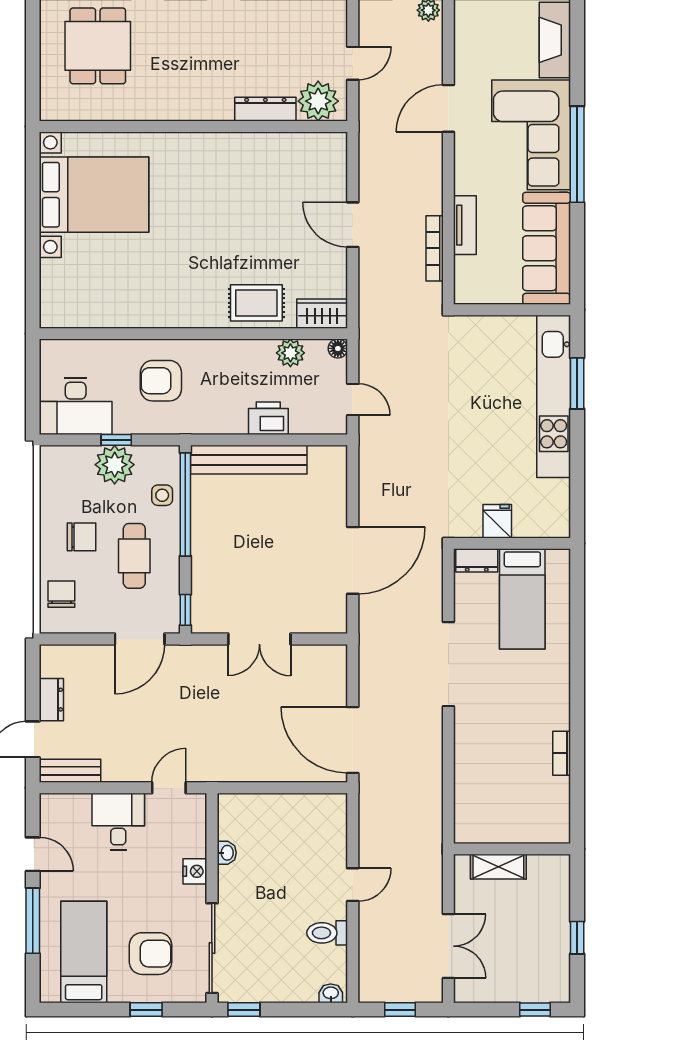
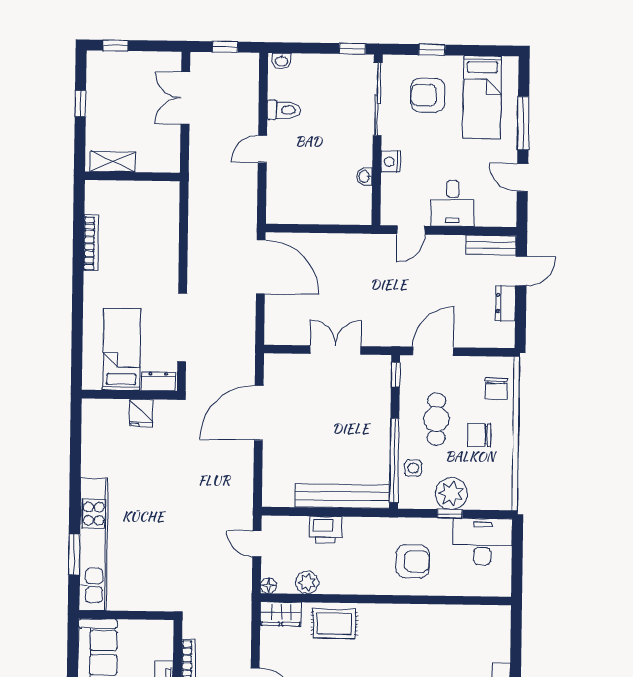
fridge: (497, 521) -> (141, 413), moved
wall: (512, 543) -> (129, 395), moved
dresser: (477, 560) -> (158, 381), moved
bed: (522, 599) -> (122, 349), moved
bookcase: (562, 753) -> (91, 243), width x1.56
shelving: (498, 867) -> (113, 162), moved

